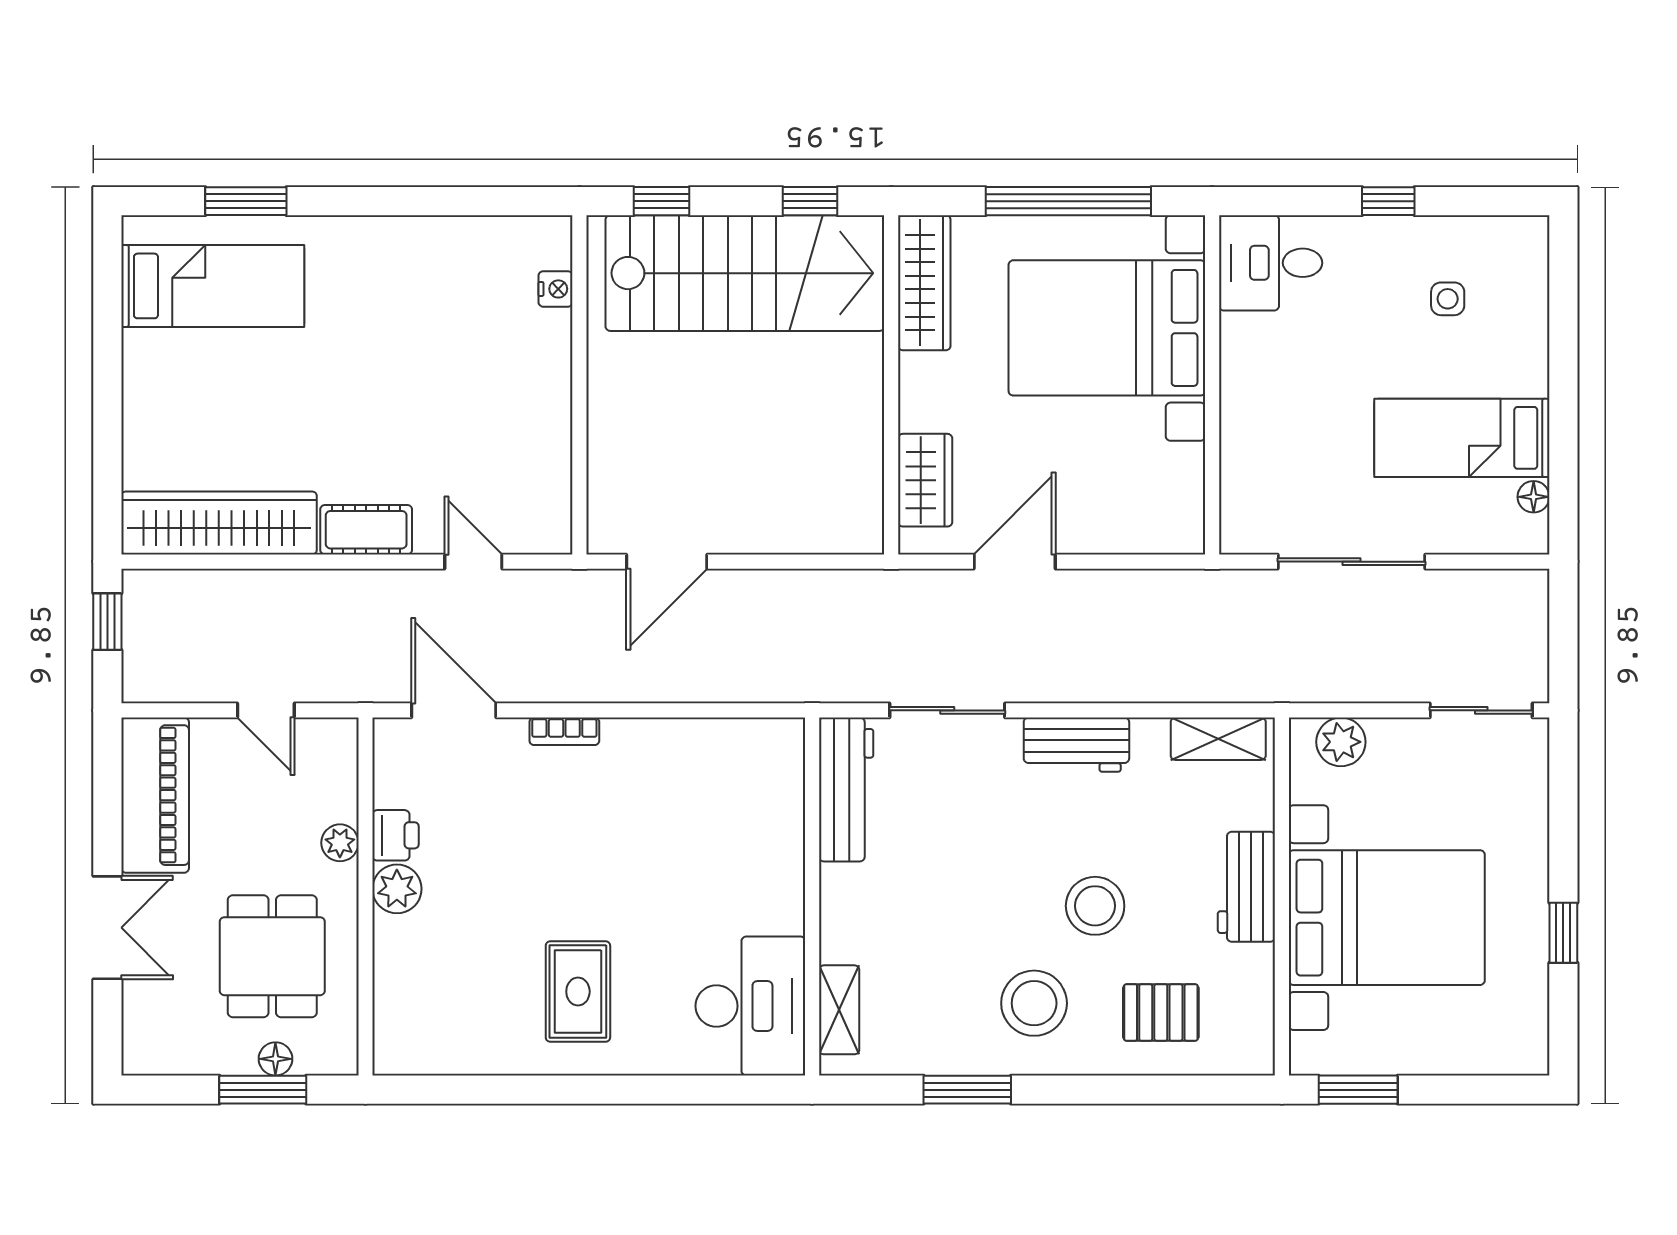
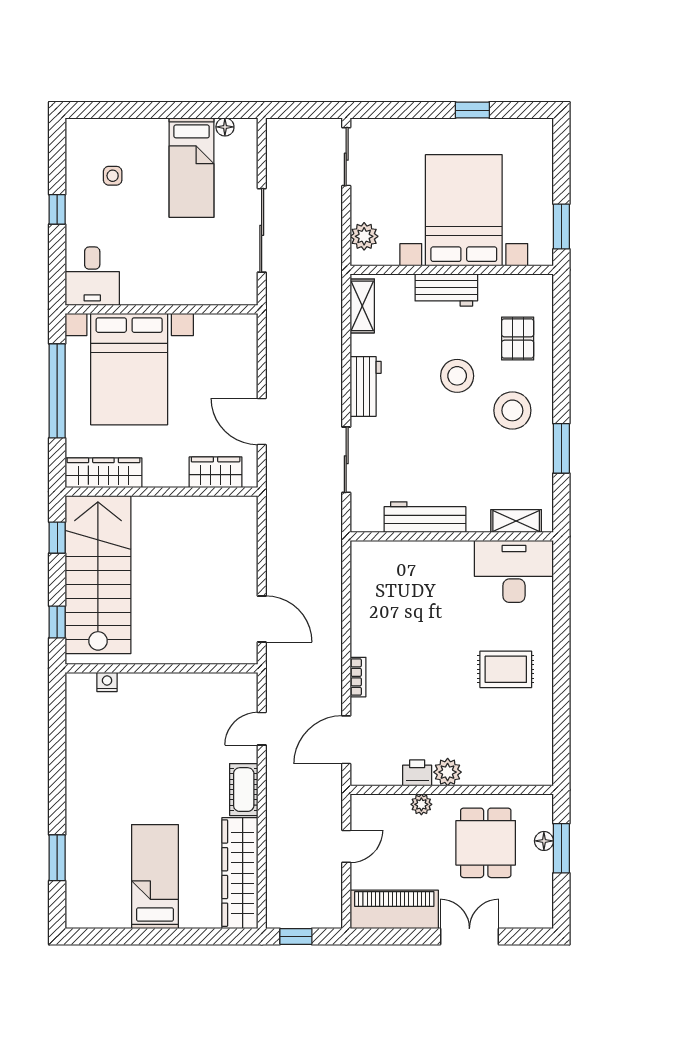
bed: (213, 286) -> (155, 877), moved
workbench: (846, 789) -> (425, 517), moved
dining table: (272, 956) -> (486, 843), turned 90

